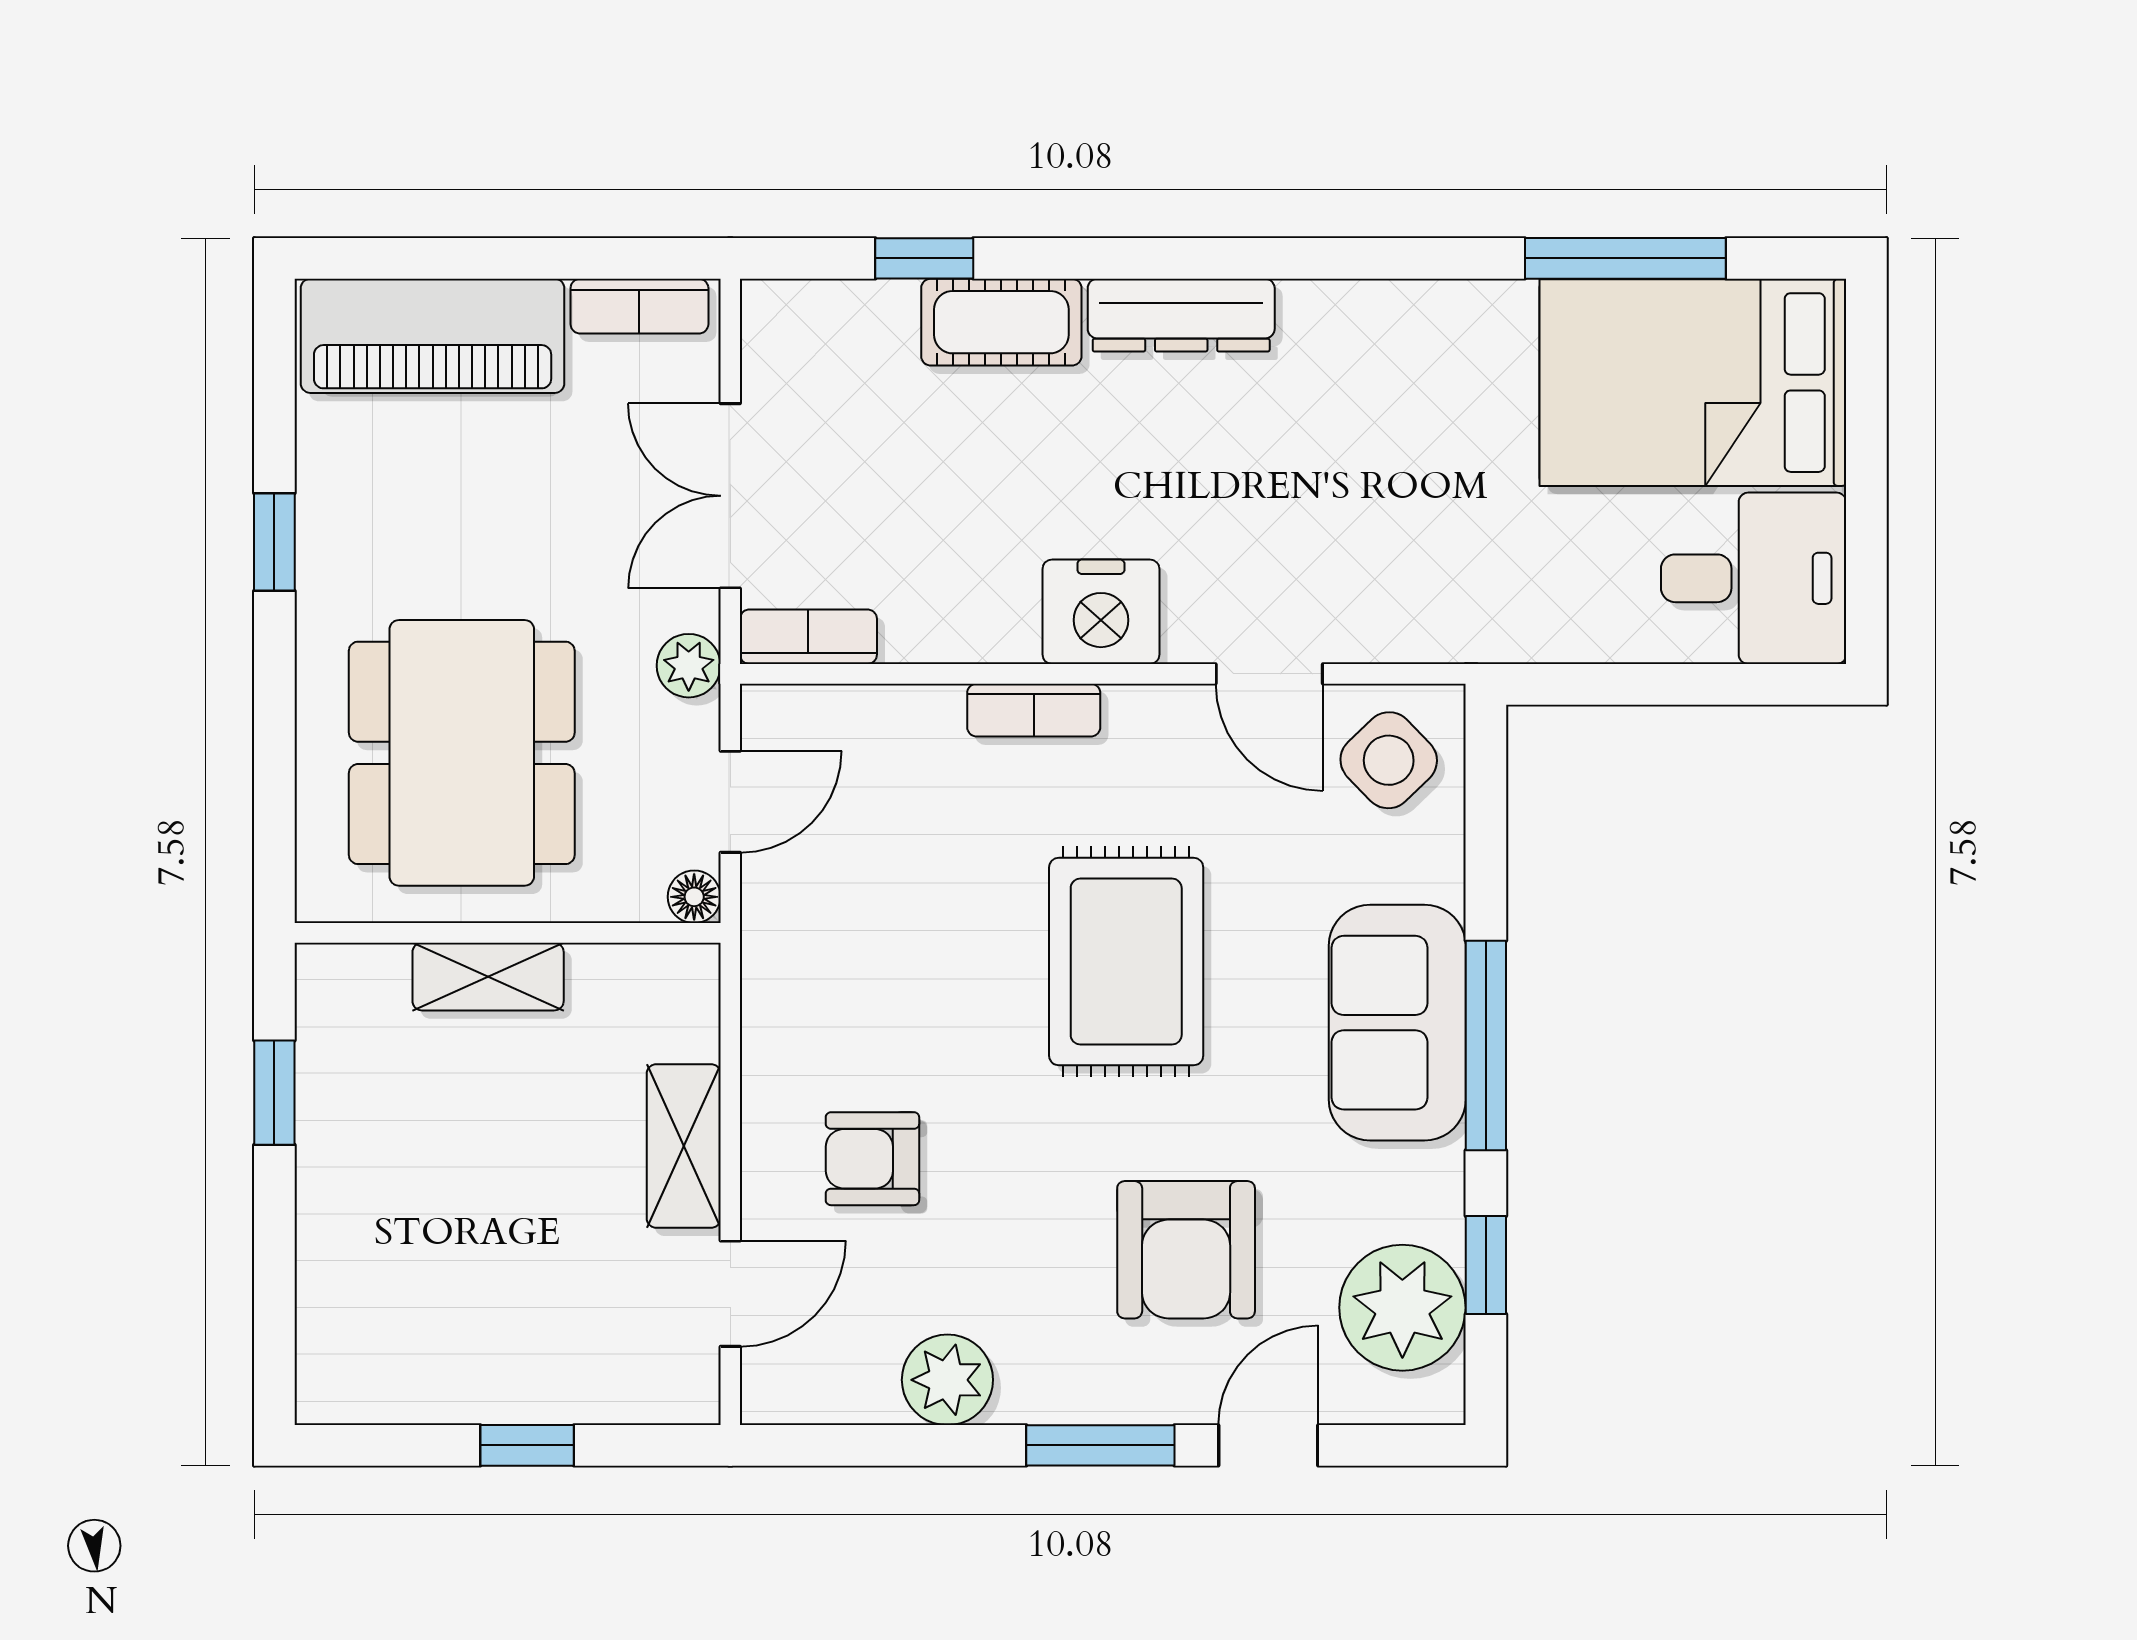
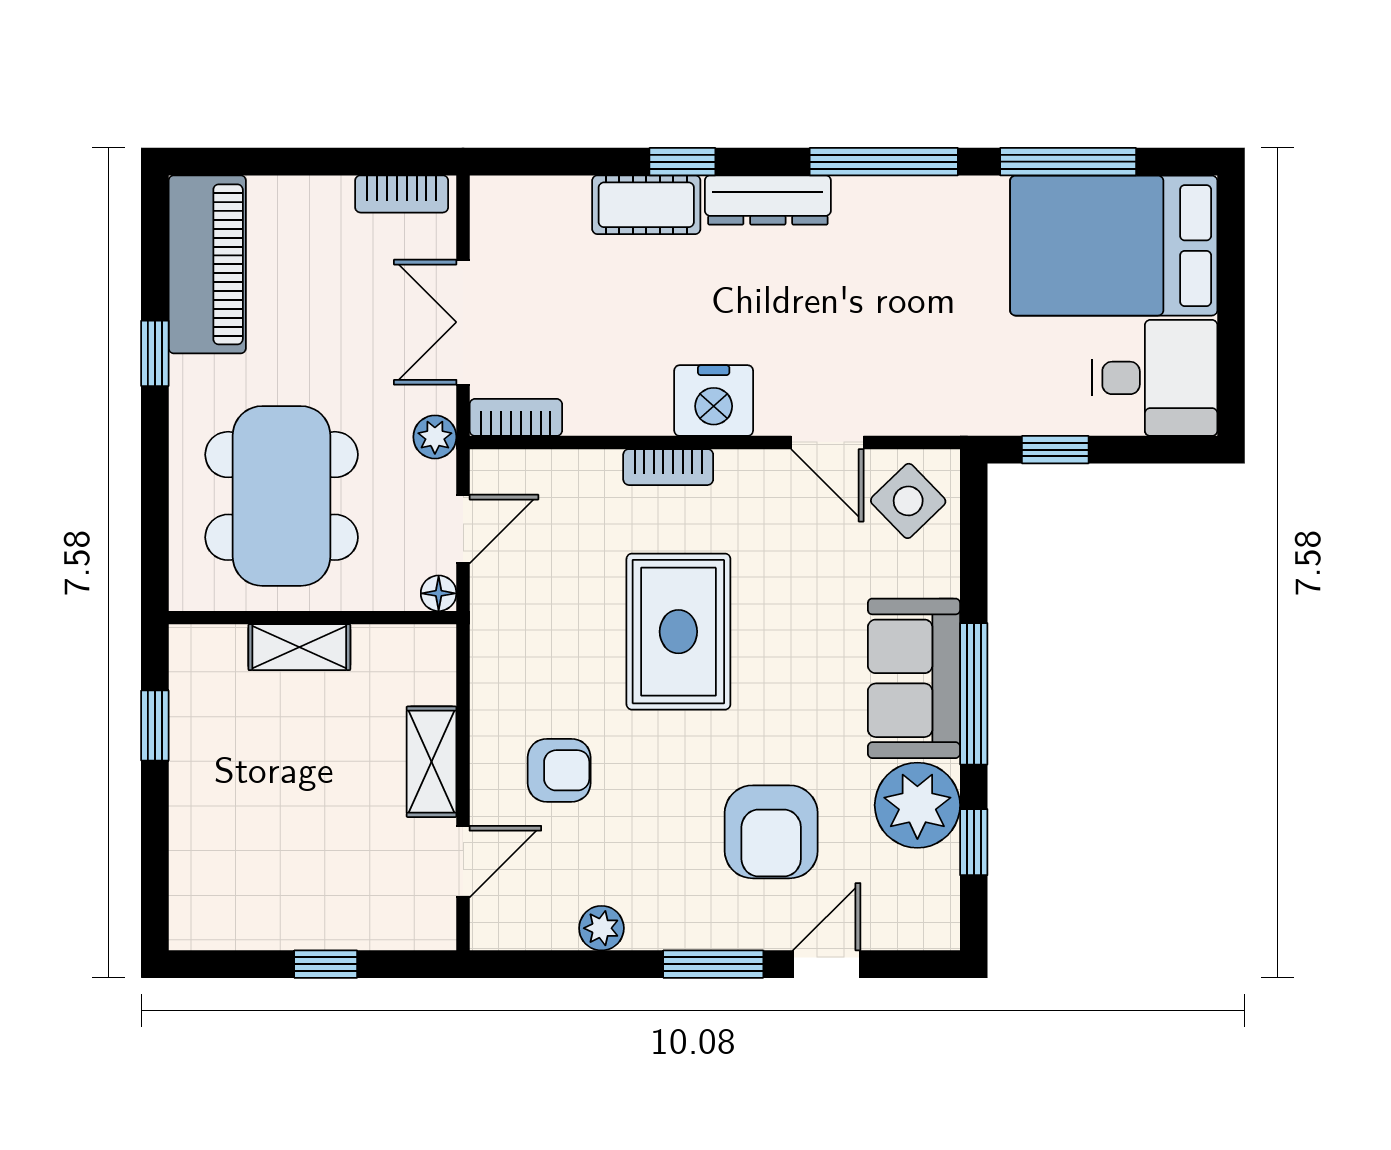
window: (924, 258) -> (682, 162), moved
window: (1353, 258) -> (884, 162), added
piano: (433, 336) -> (207, 264), moved, turned -90
window: (1606, 684) -> (1055, 450), added
rug: (1126, 962) -> (678, 632), moved
armchair: (872, 1159) -> (559, 770), turned 180
plant: (1402, 1308) -> (917, 805), moved
plant: (947, 1380) -> (601, 928), width x0.73, depth x0.73

